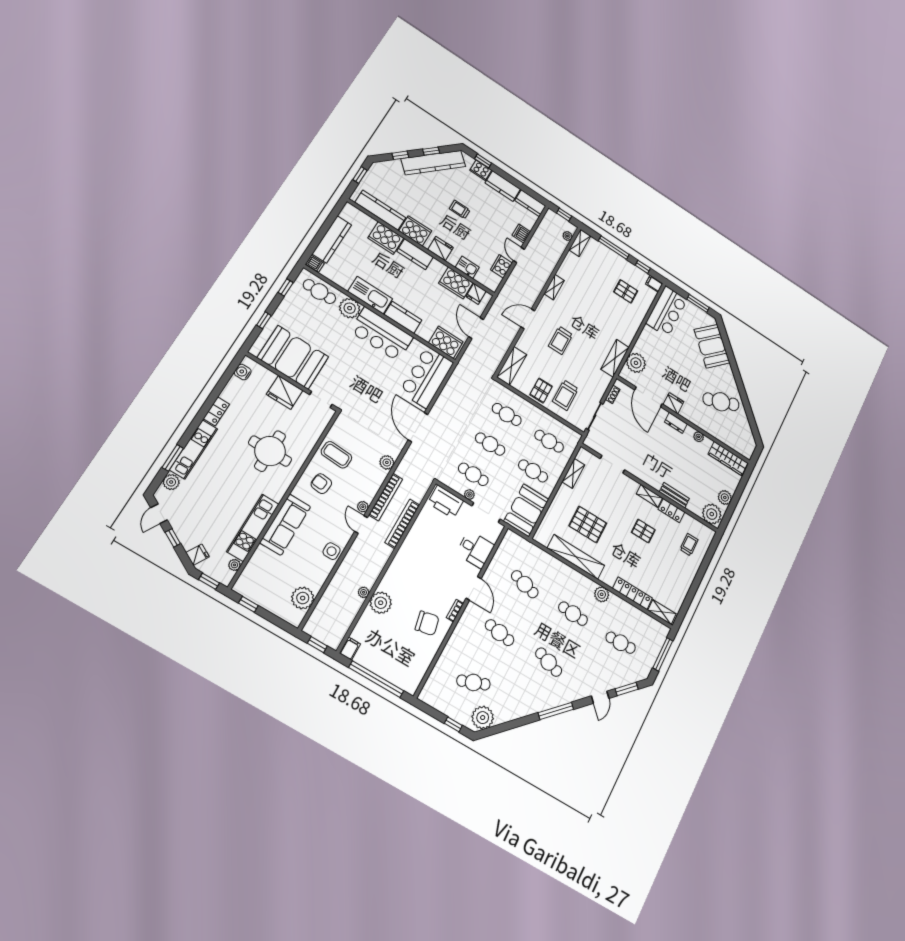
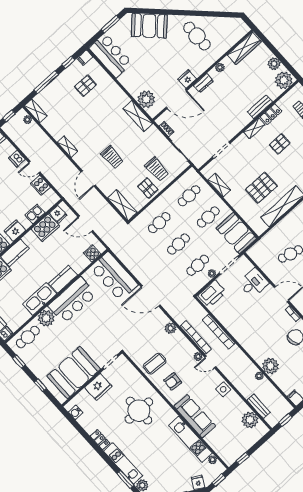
cooker: (446, 342) -> (92, 253), width x0.53, depth x0.76
cafe table: (721, 402) -> (197, 36), turned -68
bench: (324, 604) -> (259, 406), added

